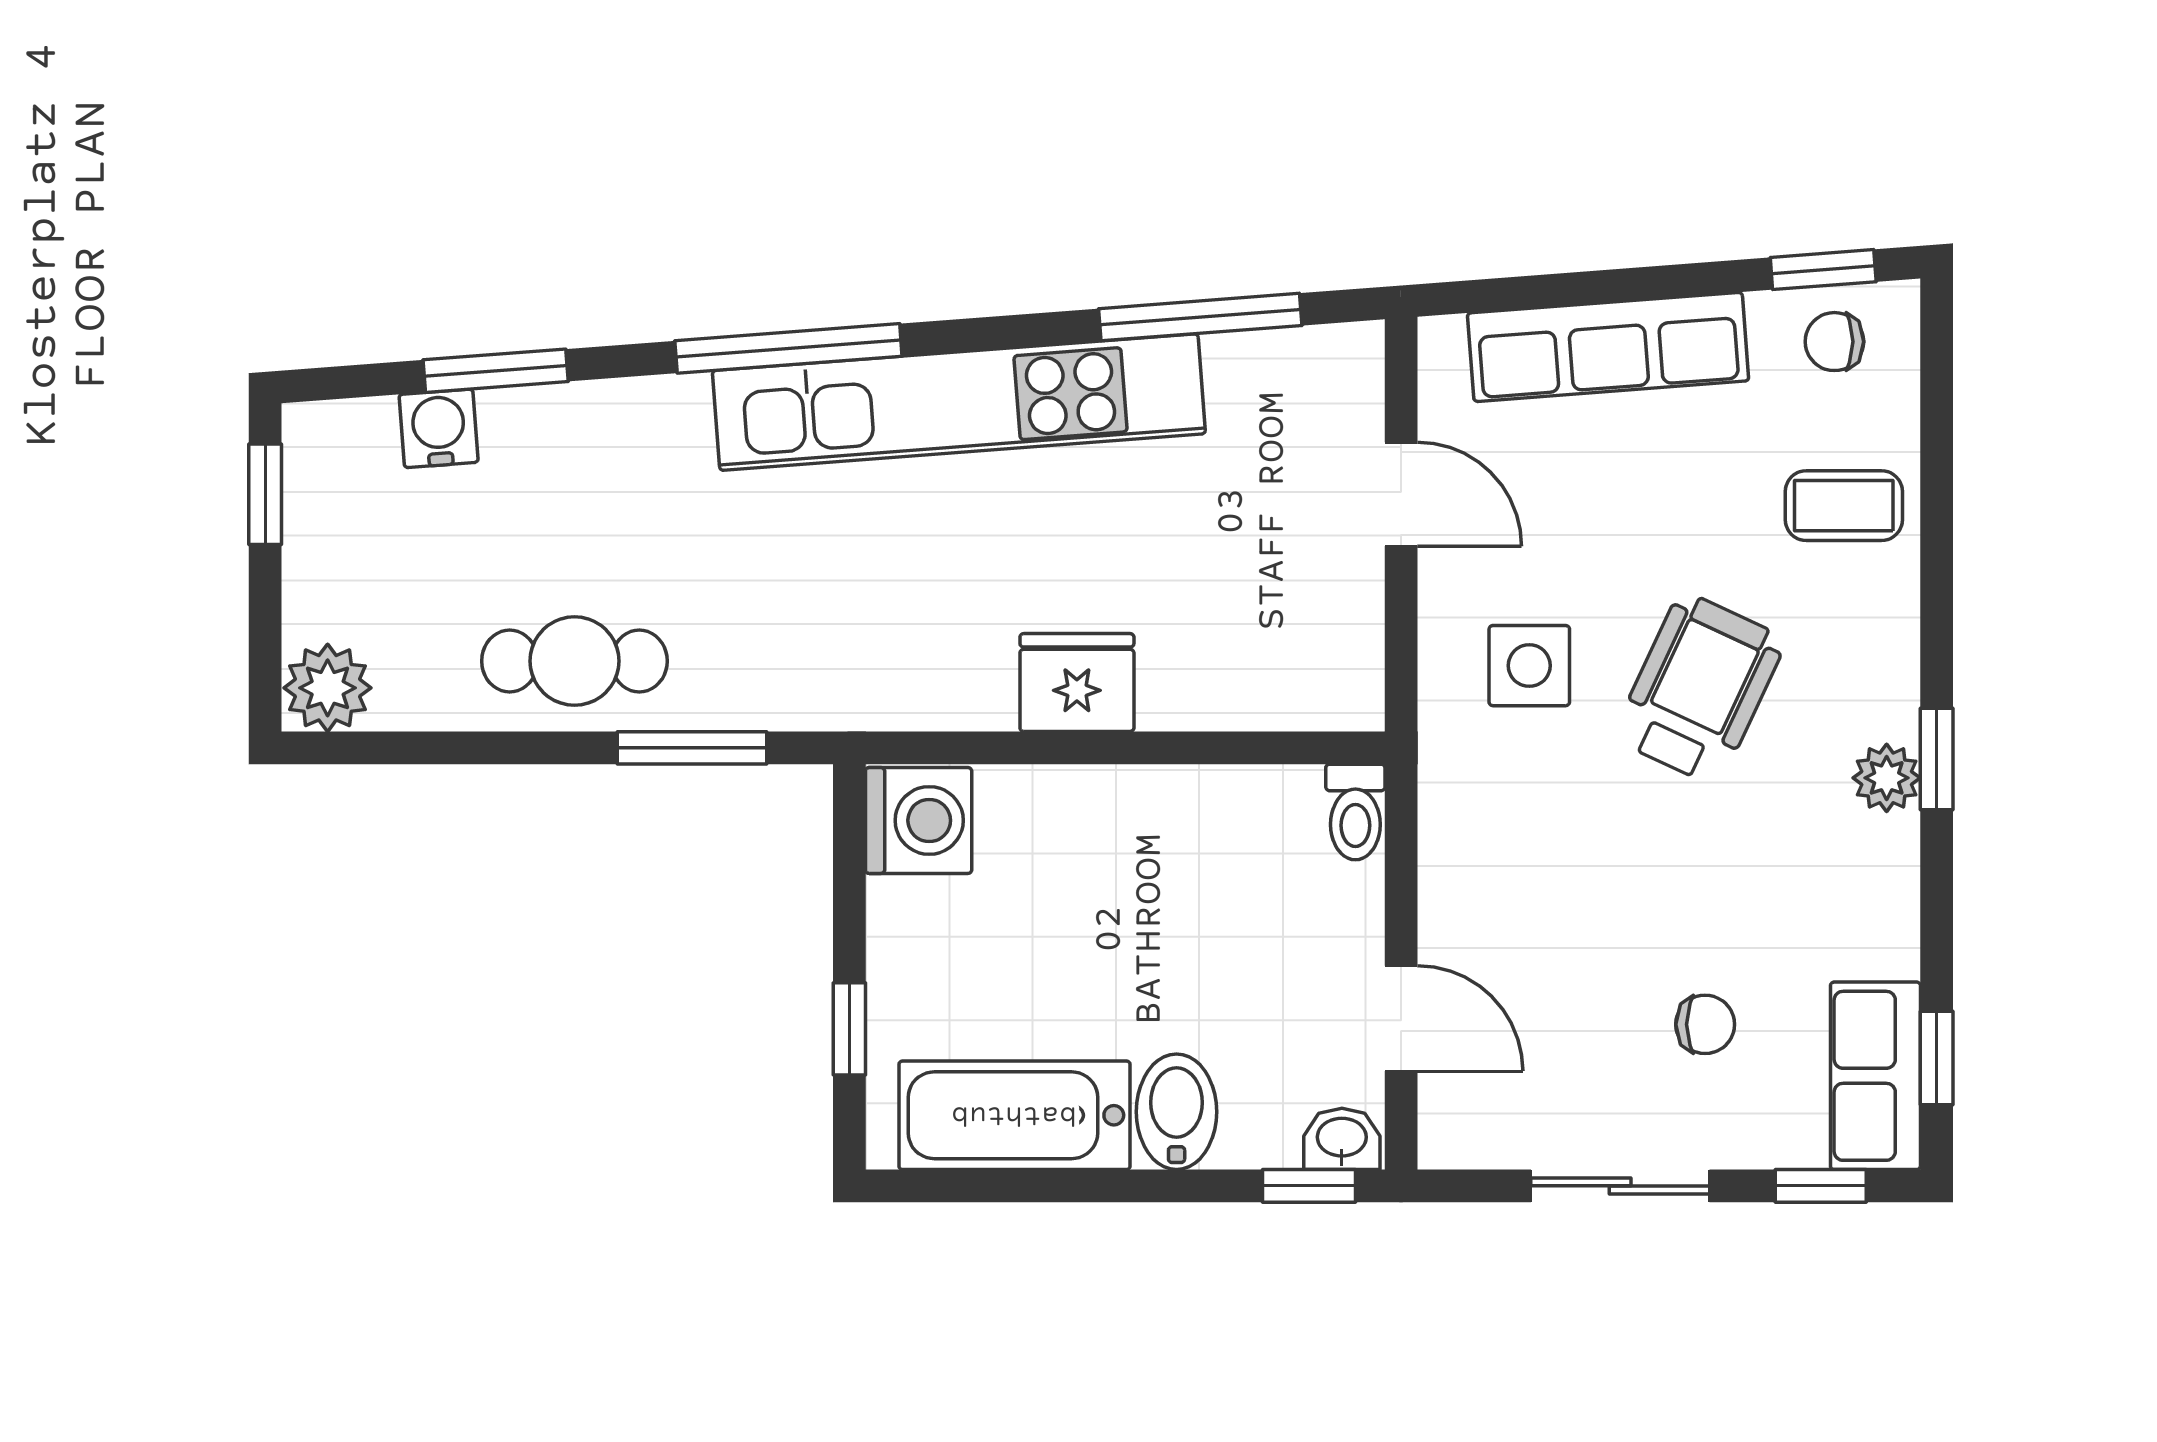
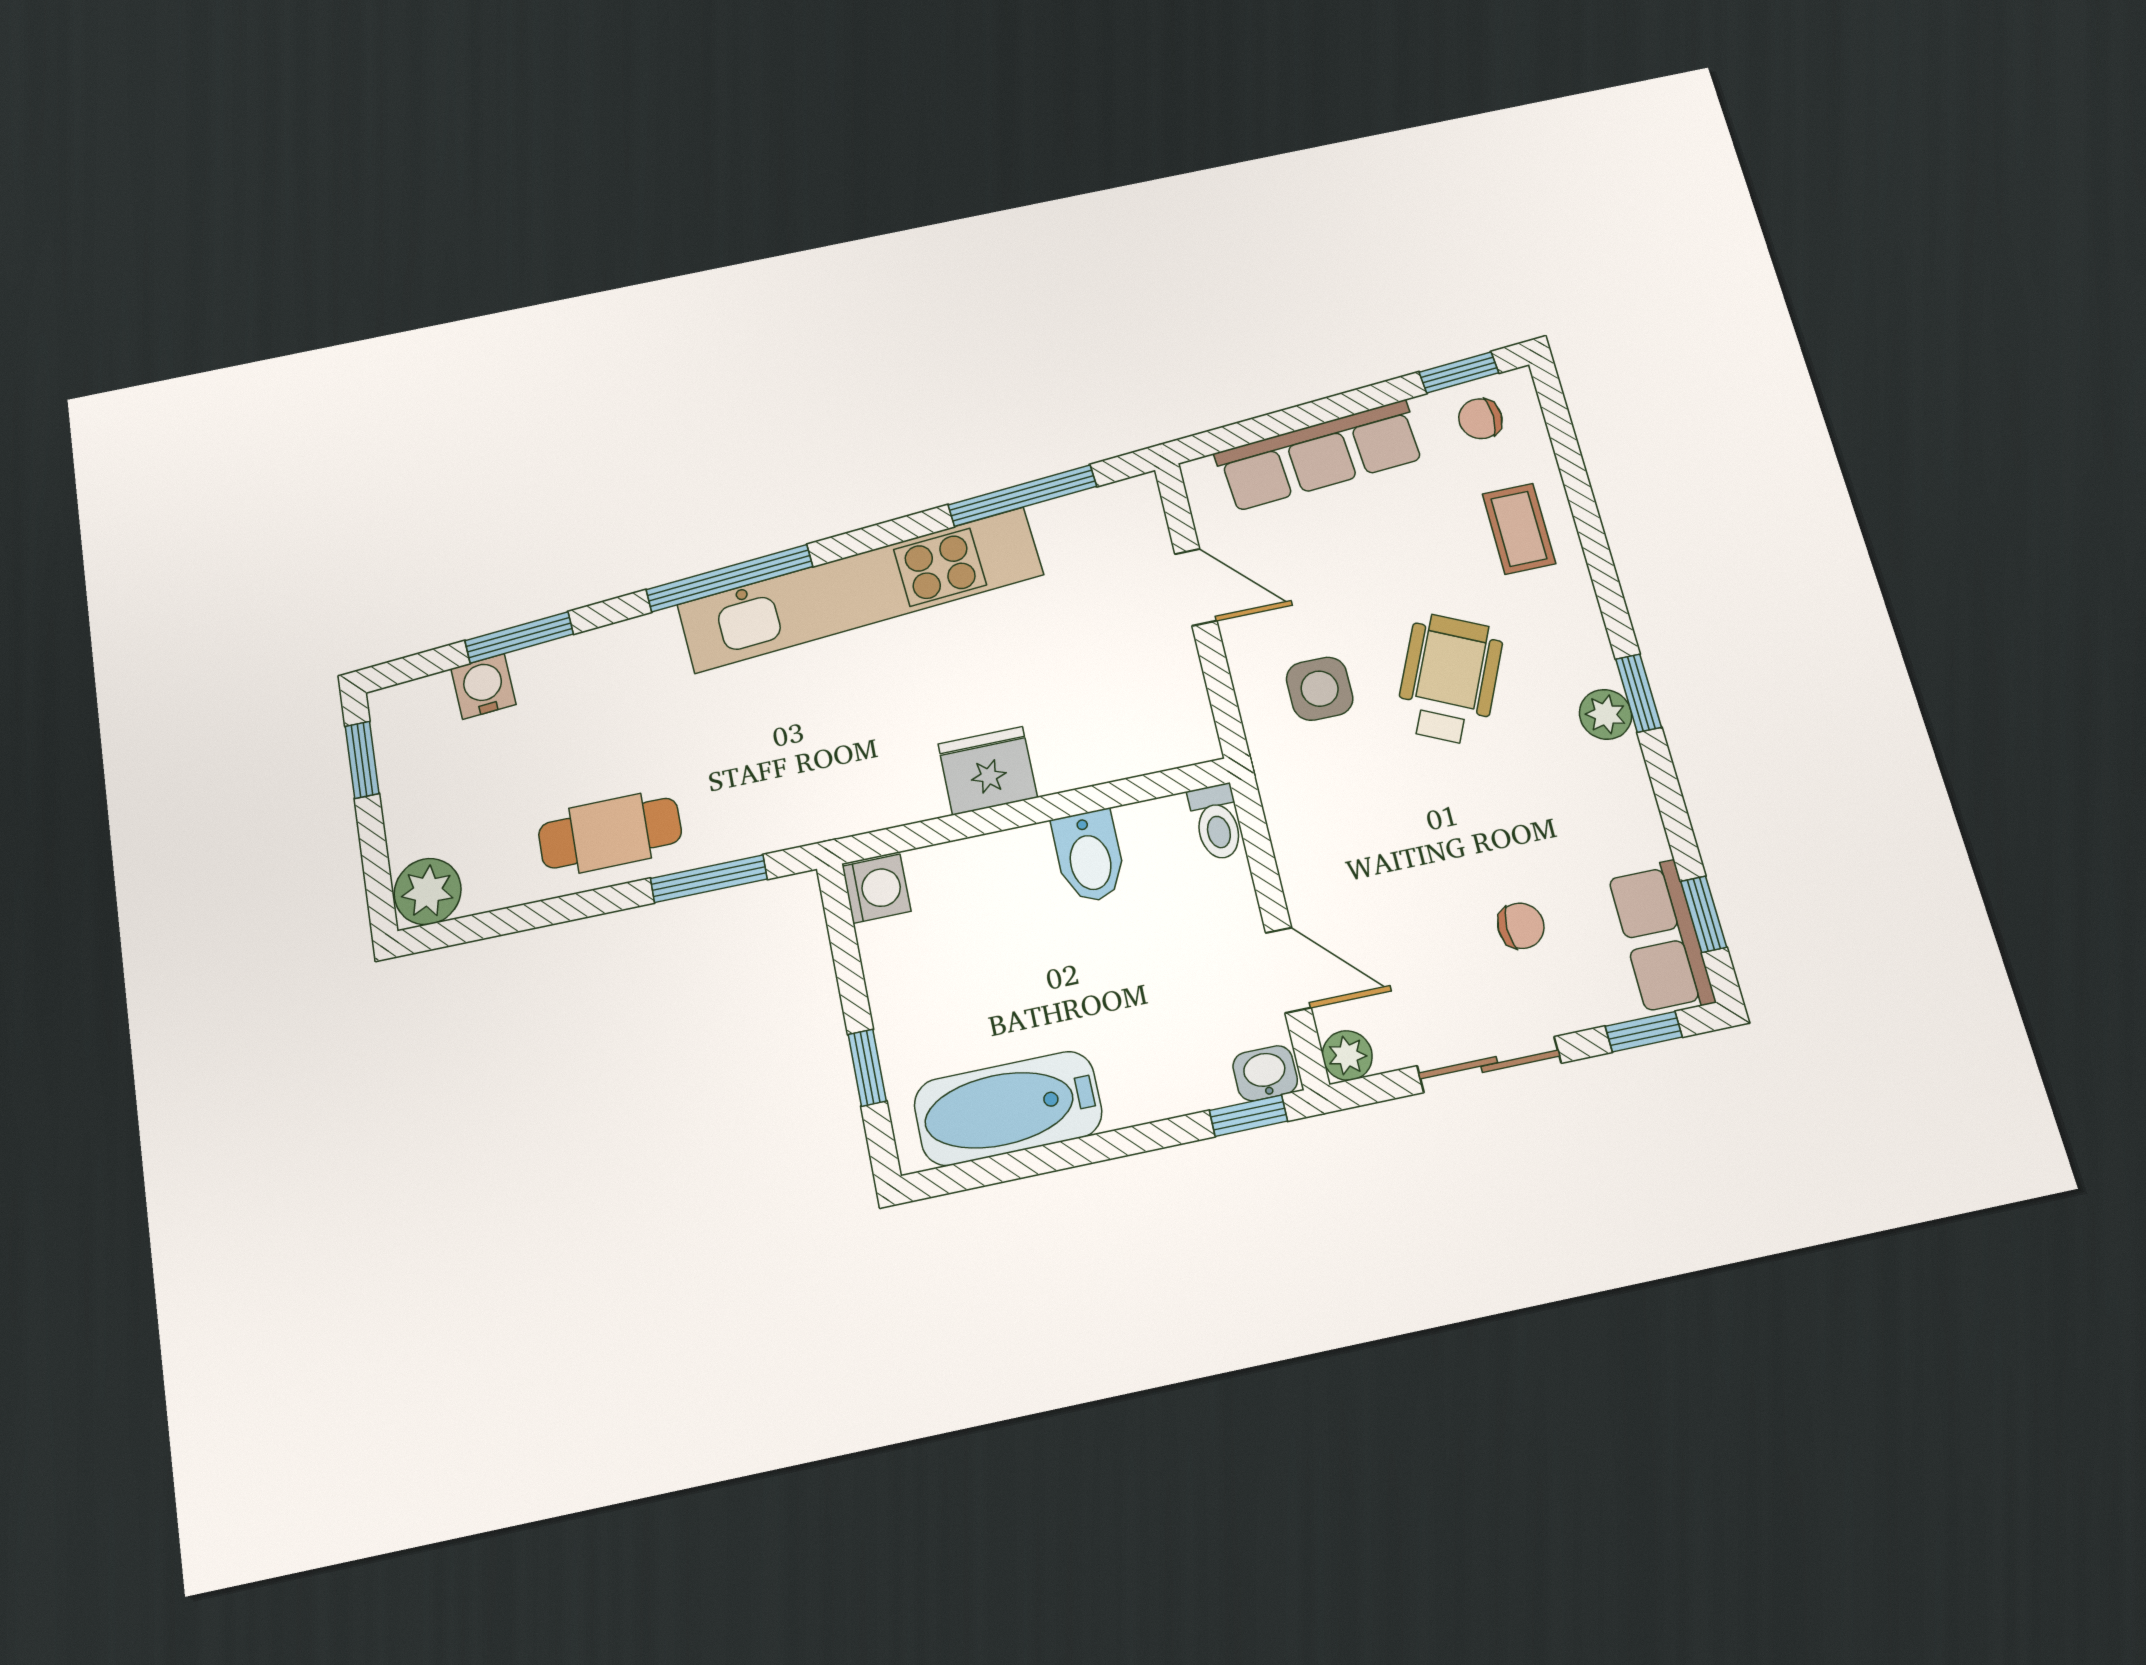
coffee table: (1844, 506) -> (1519, 529), turned 90
washing machine: (919, 820) -> (876, 889), width x0.73, depth x0.73
bidet: (1177, 1112) -> (1089, 856), moved, turned 180
plant: (1448, 1139) -> (1347, 1056), added

